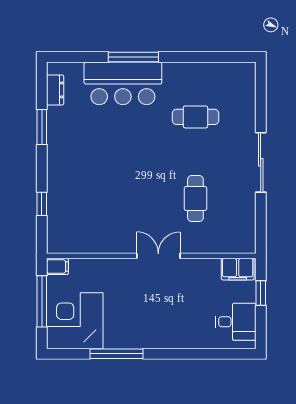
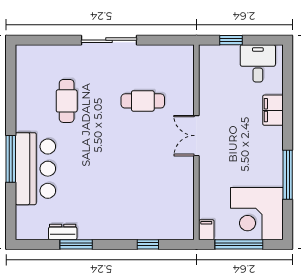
dresser: (55, 90) -> (63, 232), moved
filing cabinet: (238, 269) -> (273, 110), moved, turned 180

